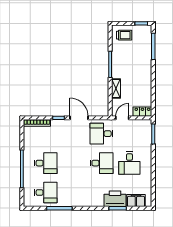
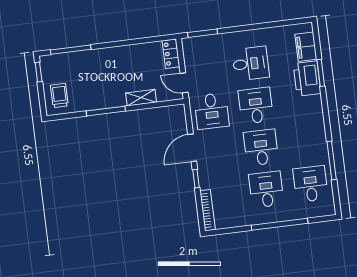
desk: (74, 163) -> (261, 148), added

